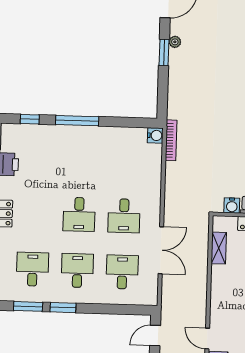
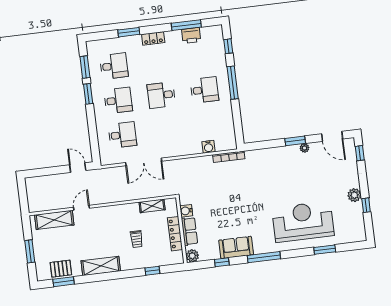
water cooler: (155, 135) -> (208, 147), moved
desk: (124, 216) -> (204, 90), moved, turned 180

